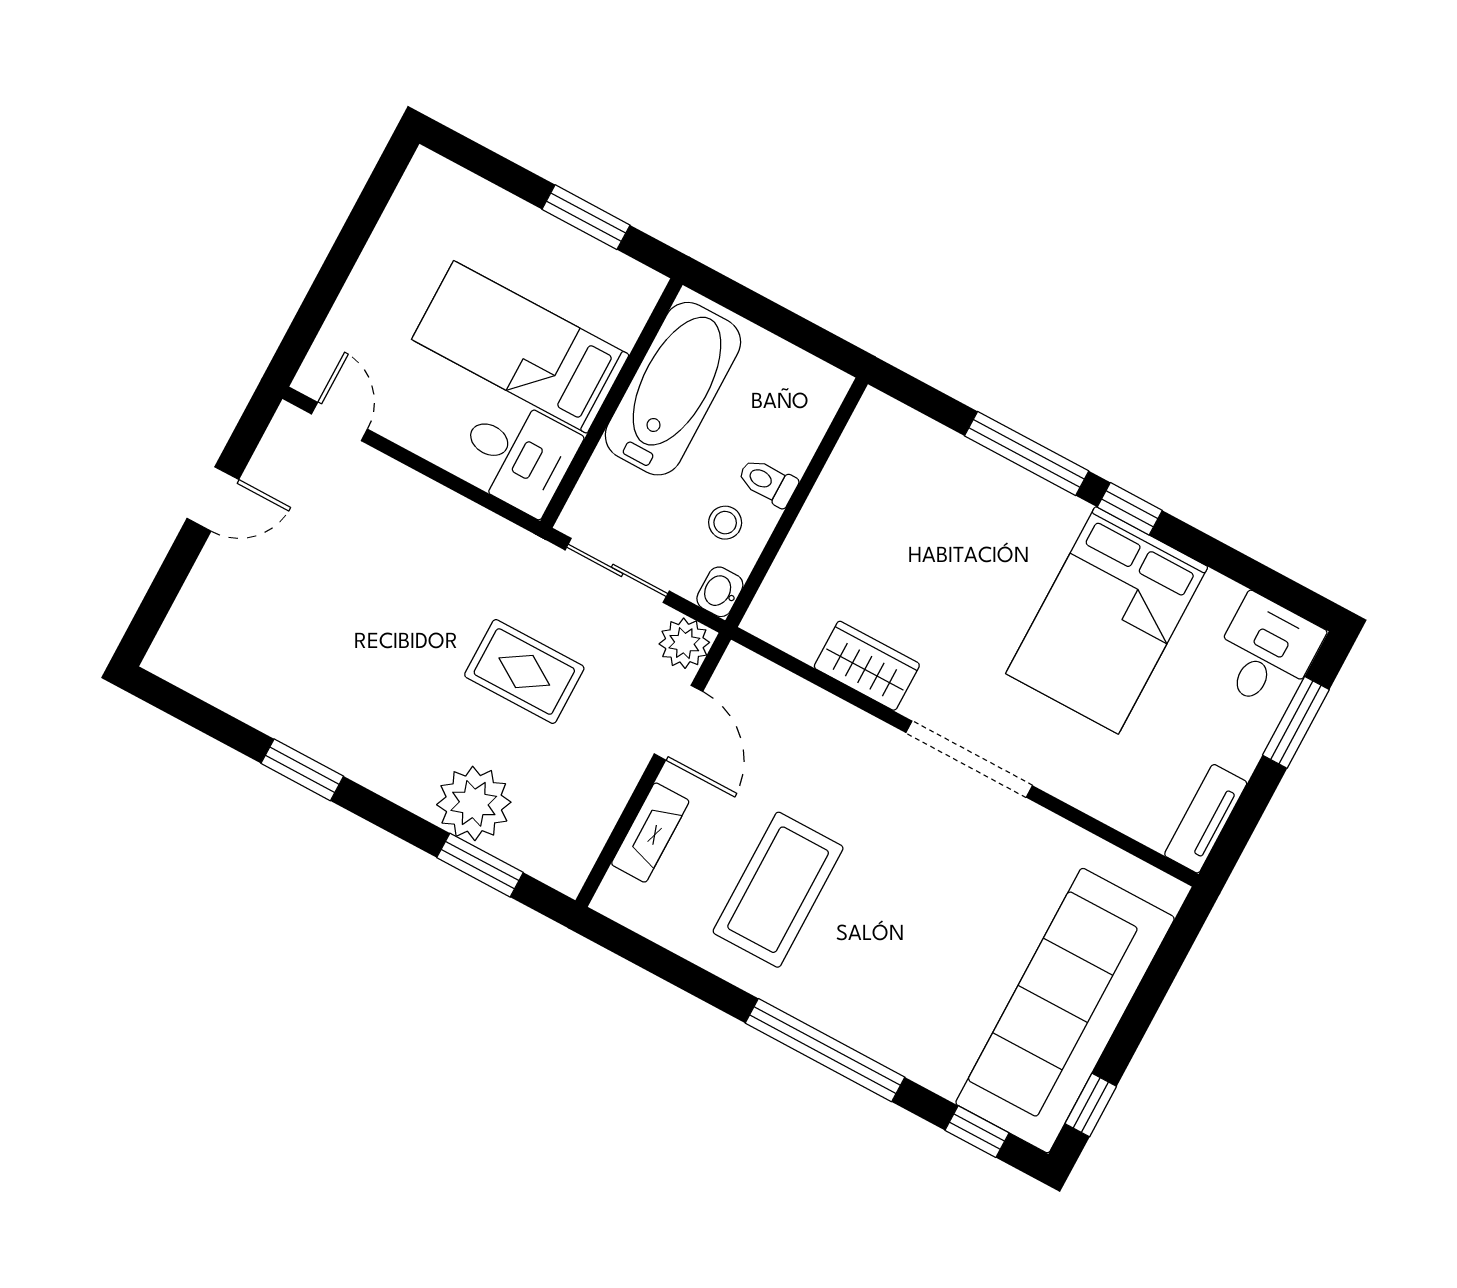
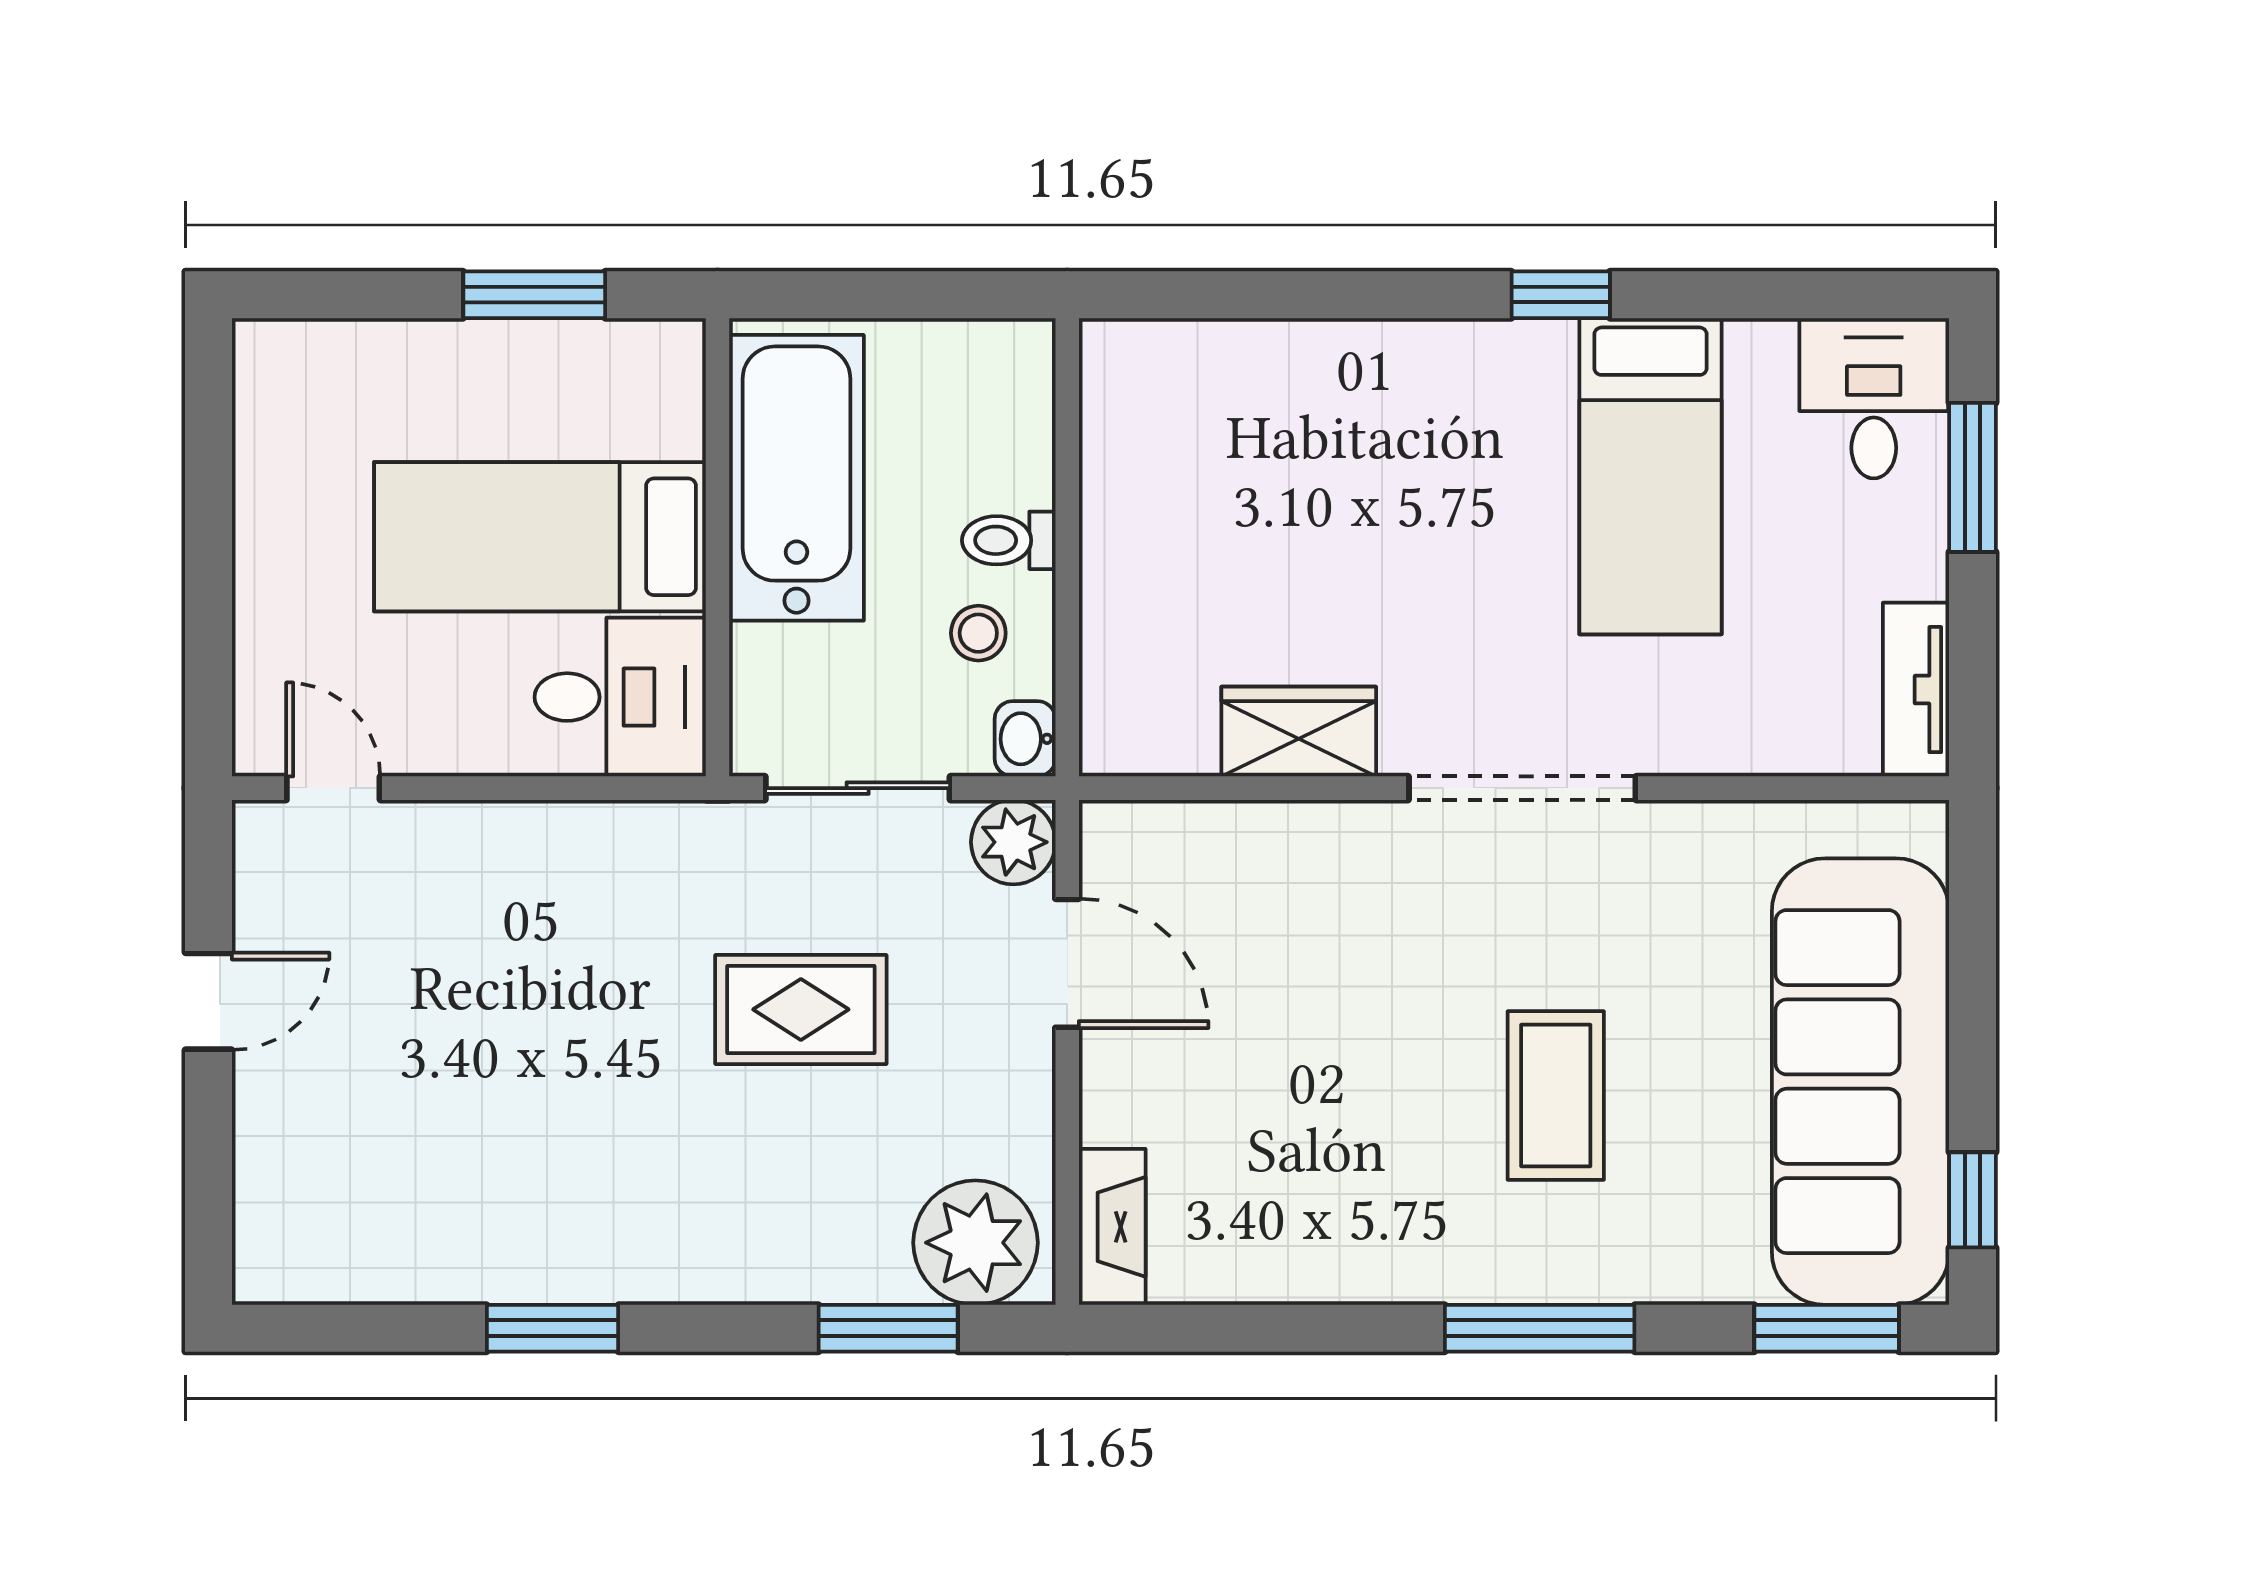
window: (1027, 453) -> (1366, 295), removed
bed: (1107, 620) -> (1651, 476), width x0.67
plant: (474, 803) -> (975, 1243), moved
fireplace: (650, 833) -> (1112, 1227), moved
coffee table: (778, 890) -> (1556, 1095), moved, width x0.73, depth x0.76
window: (825, 1050) -> (1540, 1328), width x0.68
window: (977, 1132) -> (1827, 1328), width x1.50

